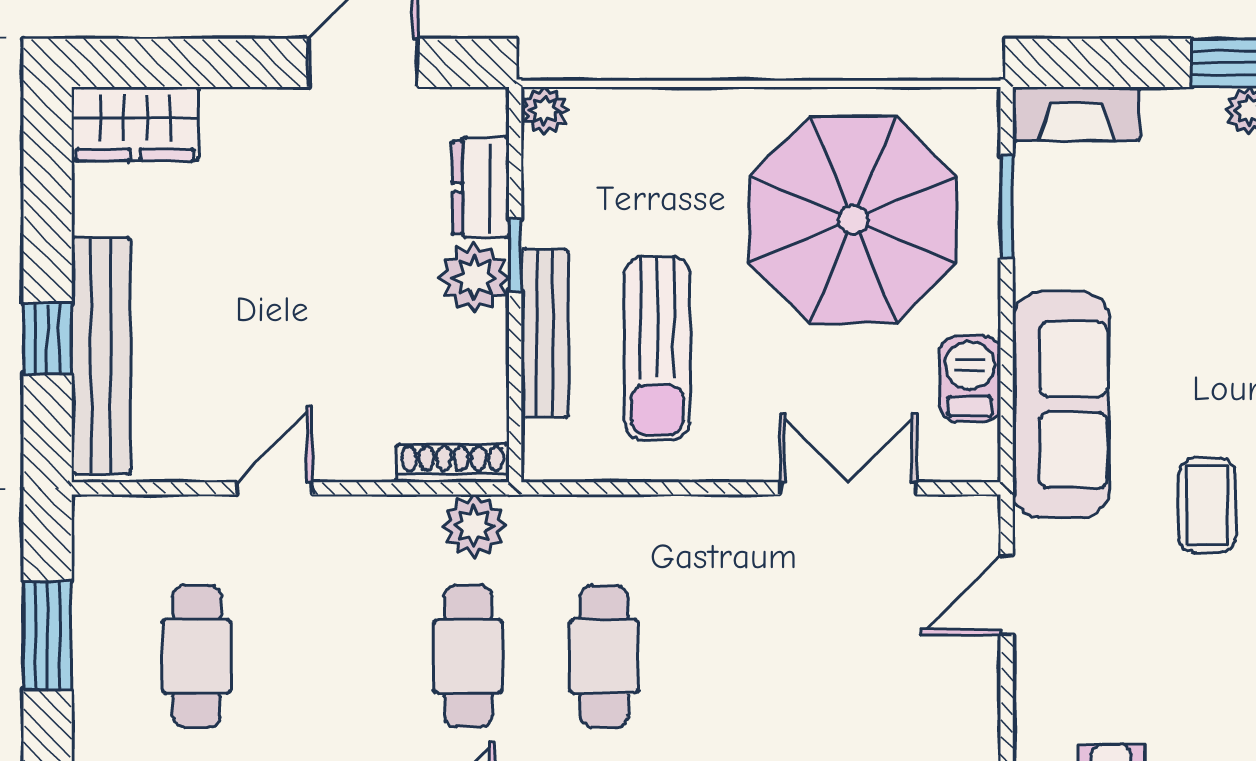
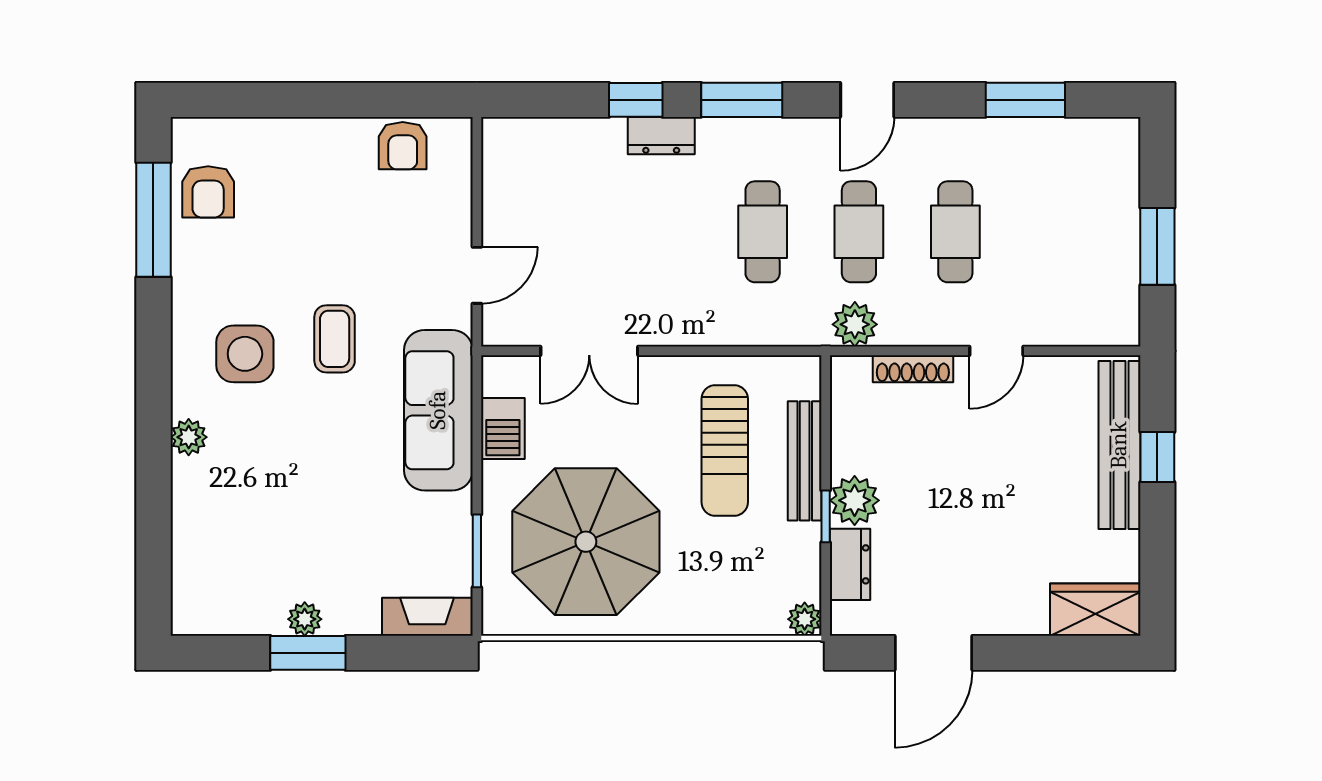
sun lounger: (657, 348) -> (725, 450), turned 180
shoe rack: (453, 463) -> (913, 369), moved
cafe table: (197, 656) -> (955, 232), moved

